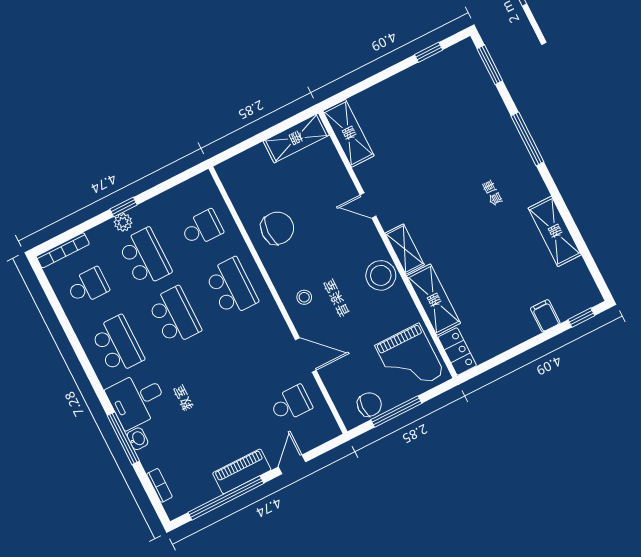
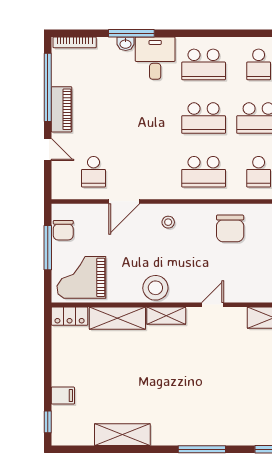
bookcase: (159, 485) -> (75, 42), width x1.56

